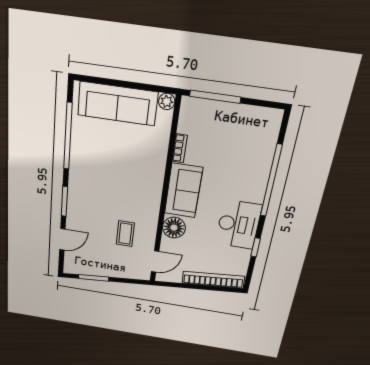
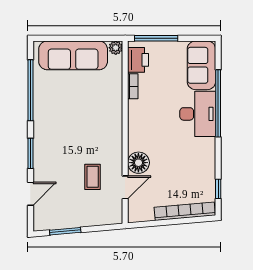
printer: (190, 119) -> (138, 60), added
sofa: (183, 191) -> (201, 65), moved, turned 180
desk: (238, 224) -> (198, 114), moved
window: (256, 247) -> (218, 189), moved
door: (155, 261) -> (125, 187), moved

